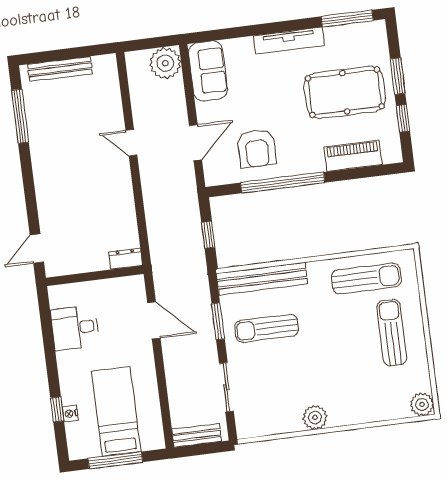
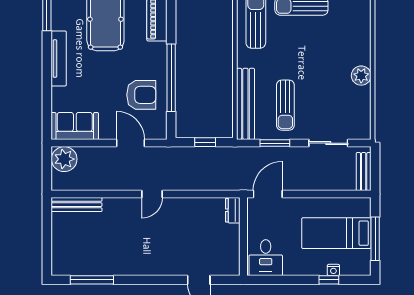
bench: (60, 69) -> (77, 205), moved, turned 90
door: (131, 143) -> (152, 194), moved
dresser: (126, 259) -> (233, 210), moved
wall: (95, 276) -> (243, 237), moved

